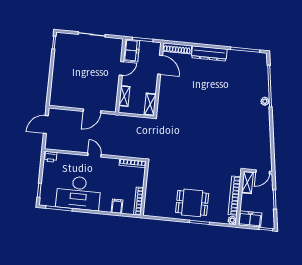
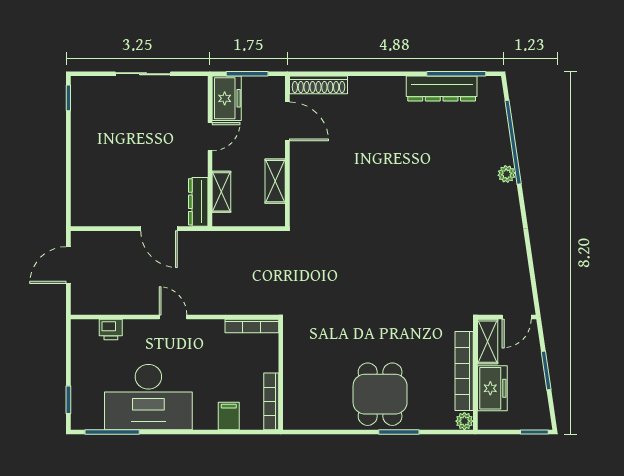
dresser: (209, 53) -> (442, 89), moved
dresser: (112, 100) -> (198, 202), added
shelving: (150, 104) -> (275, 181), moved
door: (92, 111) -> (159, 229), hinge flipped
printer: (51, 157) -> (111, 330), moved
dining table: (192, 203) -> (380, 394), turned 90
freezer: (250, 219) -> (492, 388), moved, turned 90

